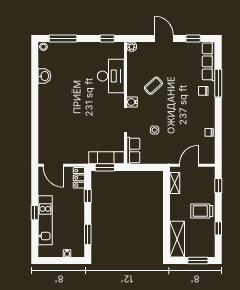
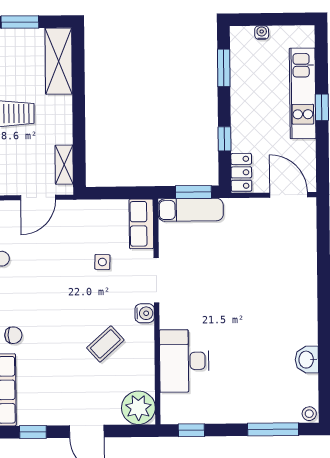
plant: (132, 47) -> (138, 408), width x1.88, depth x1.88

